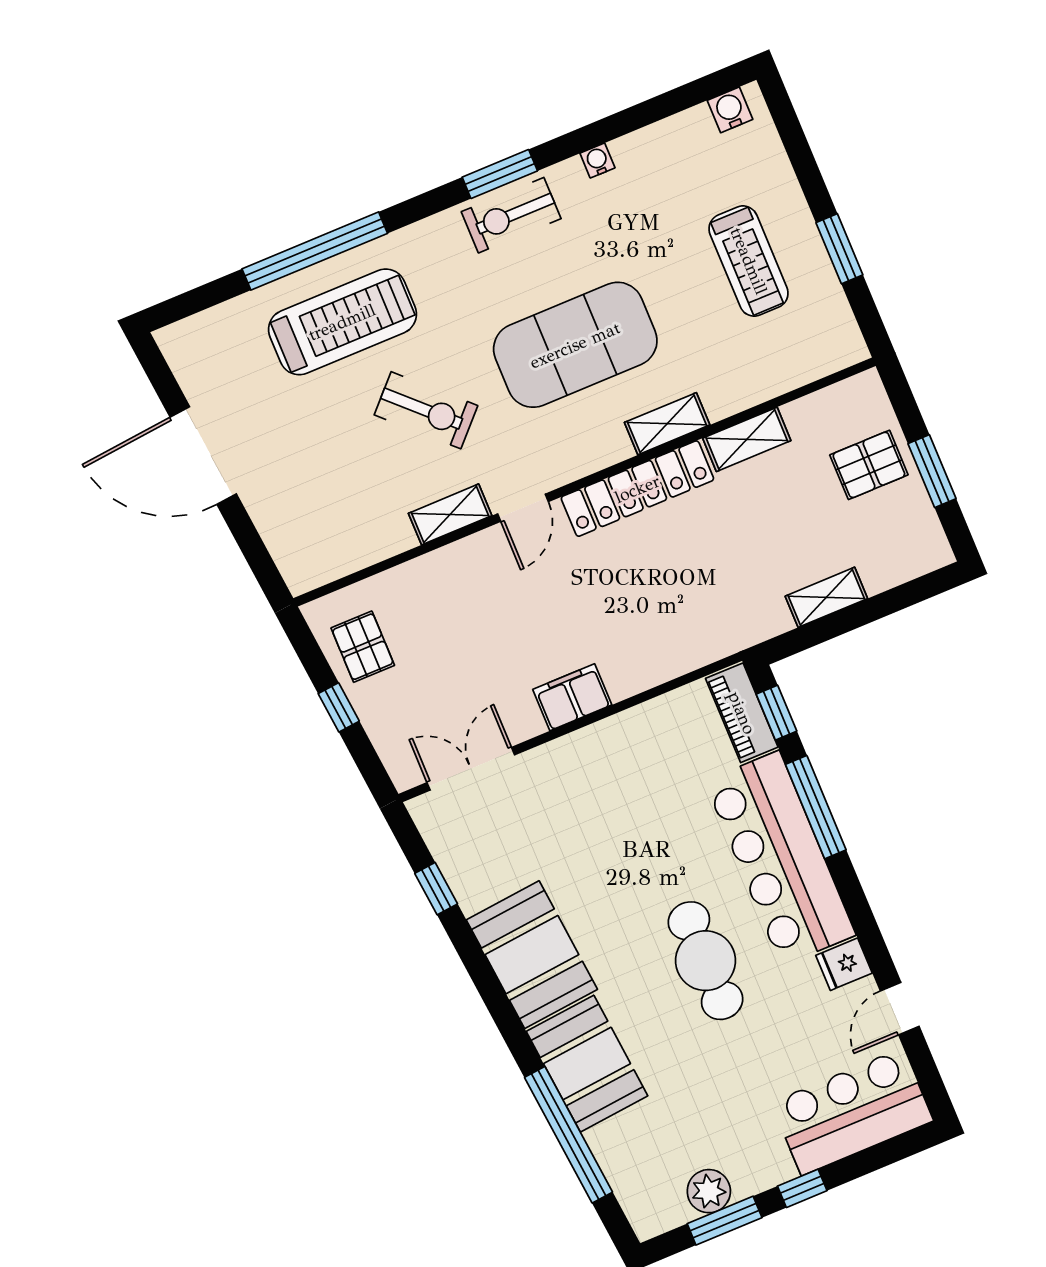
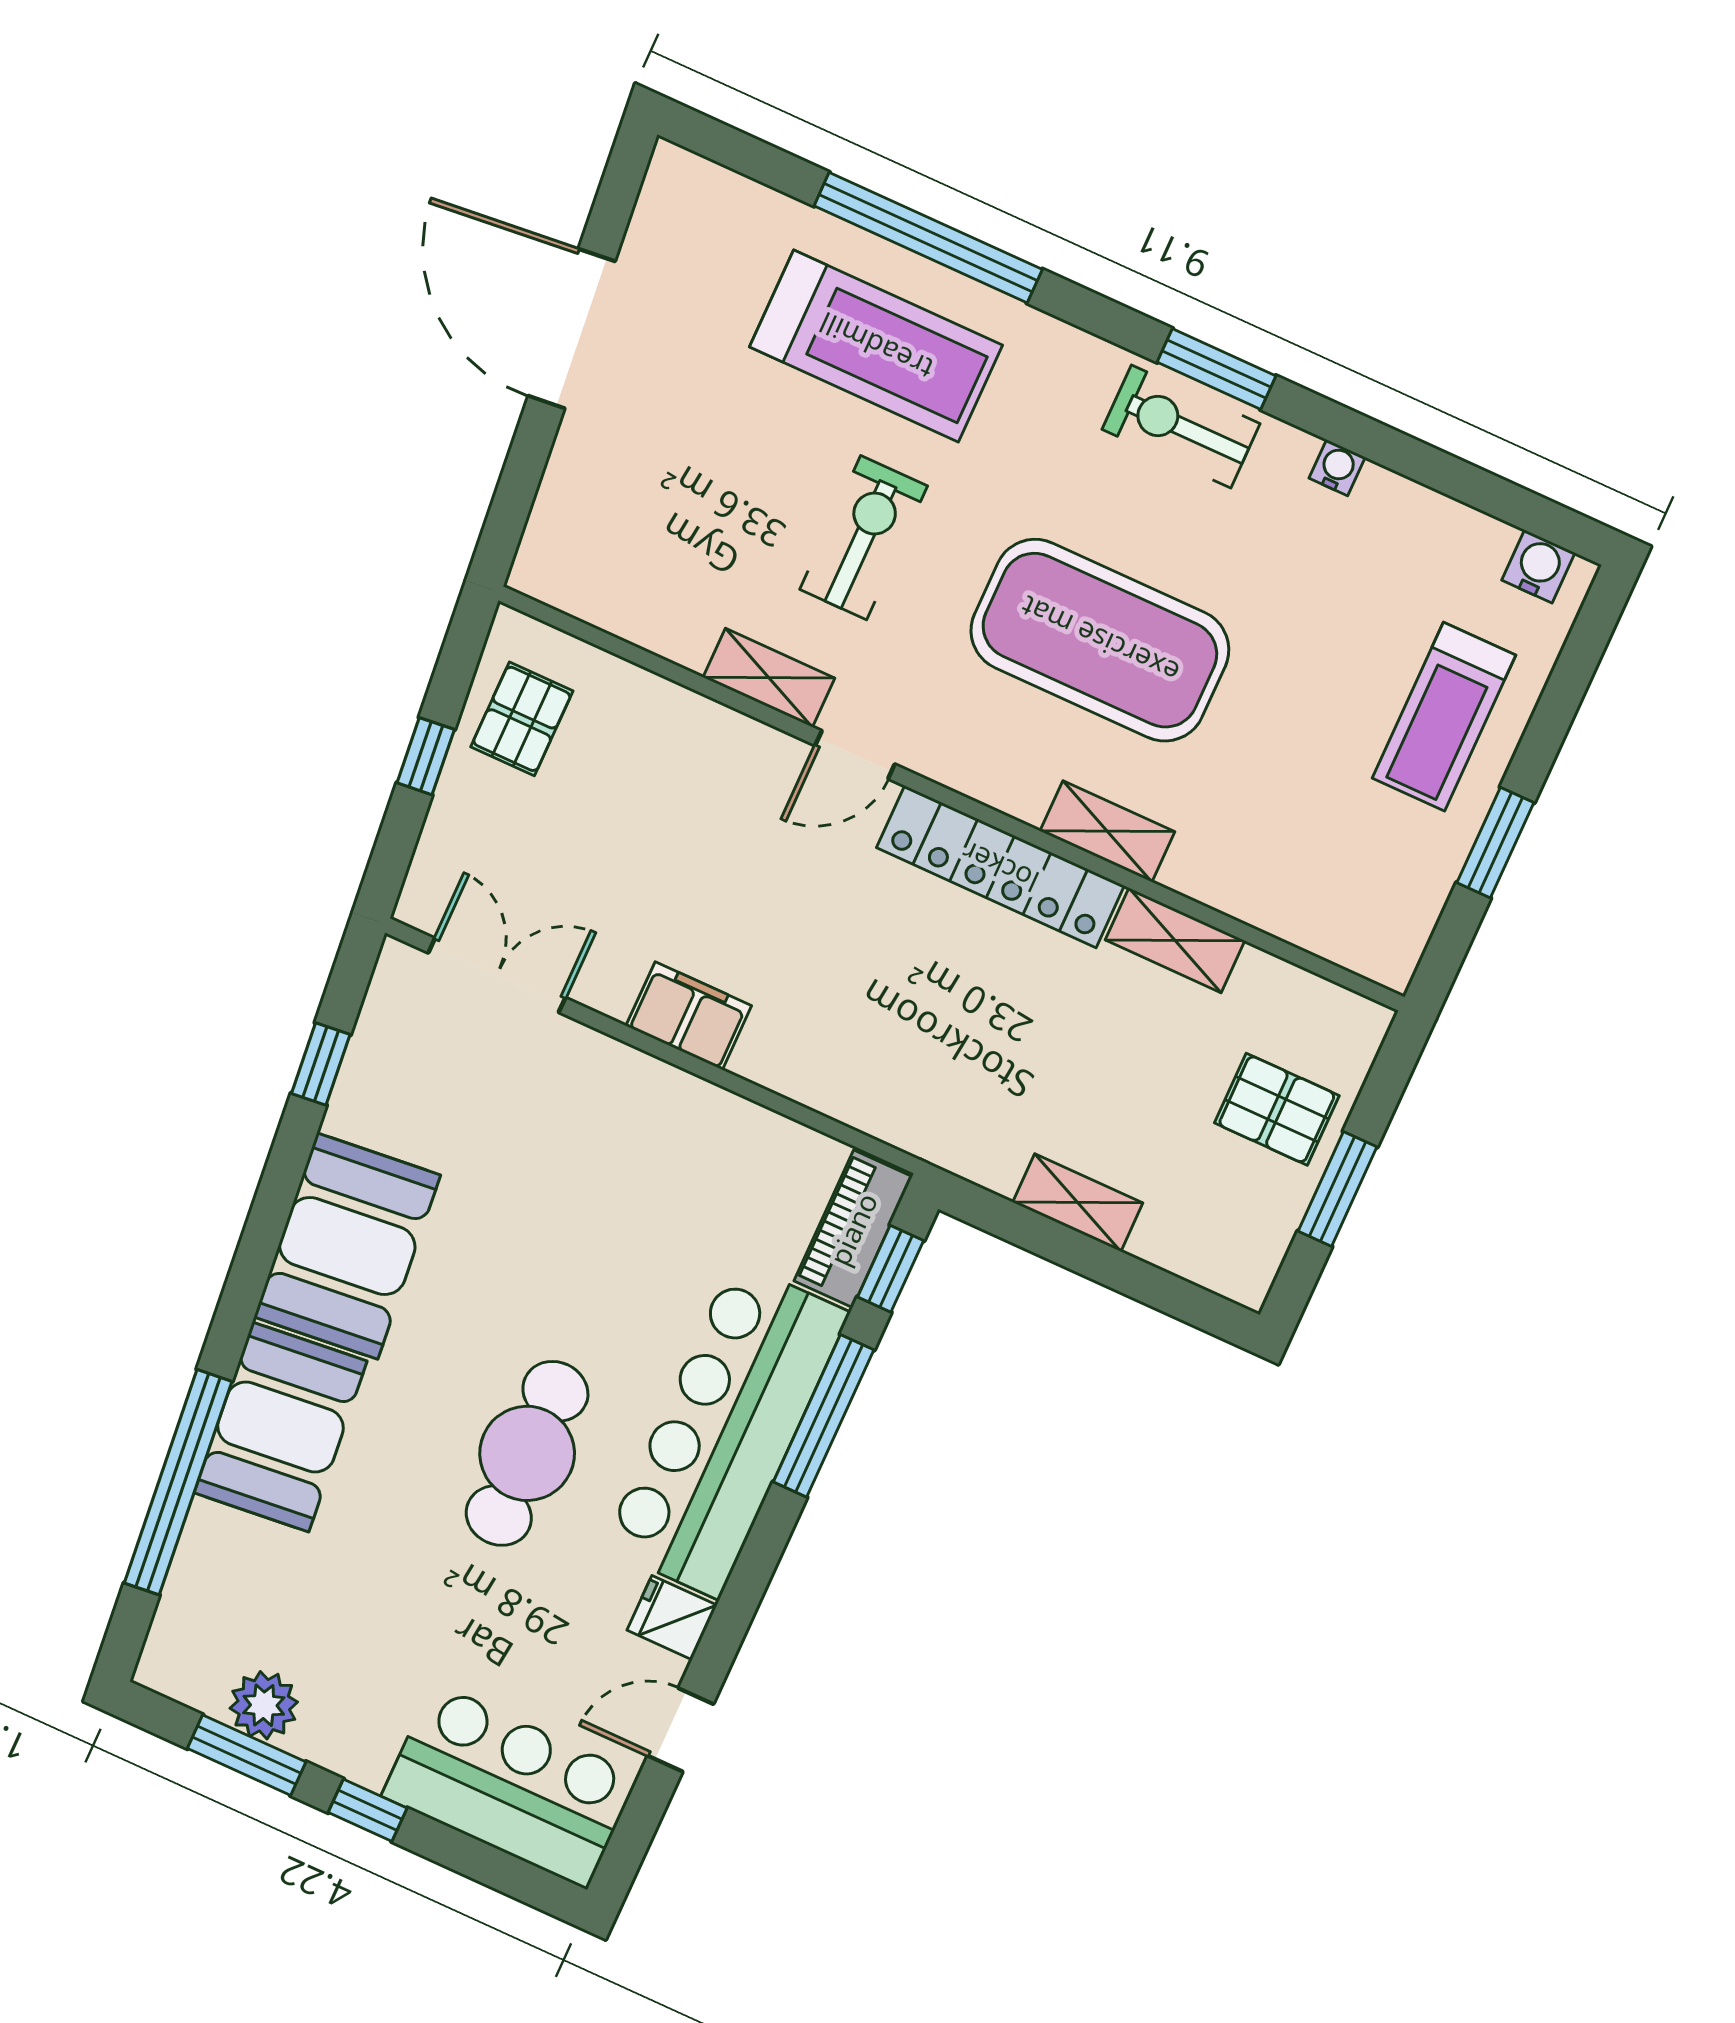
treadmill: (749, 261) -> (1444, 717), moved
exercise bike: (426, 410) -> (864, 538), turned -134

